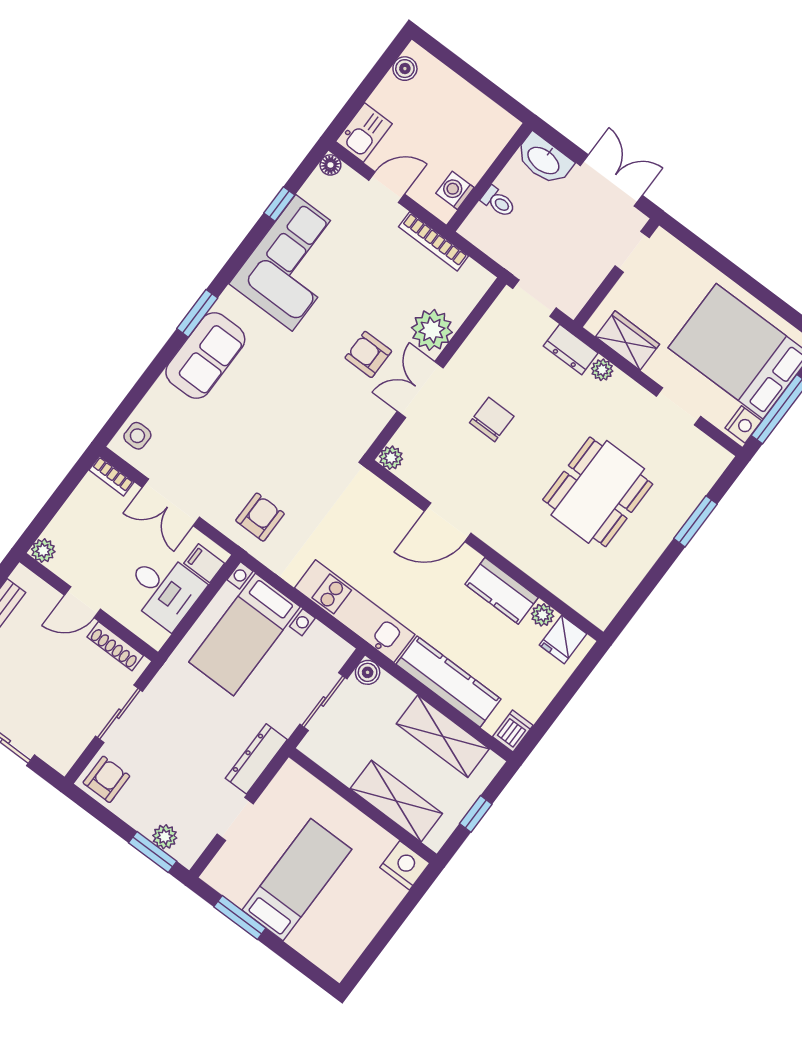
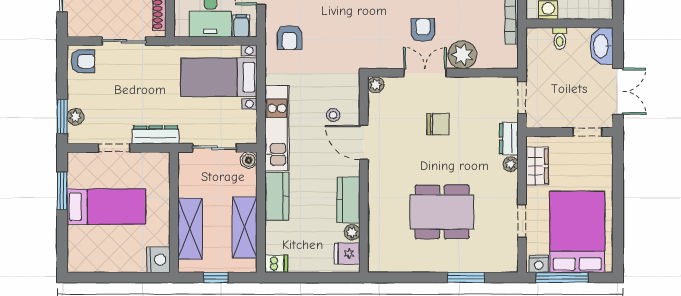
armchair: (260, 517) -> (289, 38), turned 90
stool: (389, 534) -> (333, 115), added
kitchen counter: (449, 682) -> (277, 196), width x0.67

